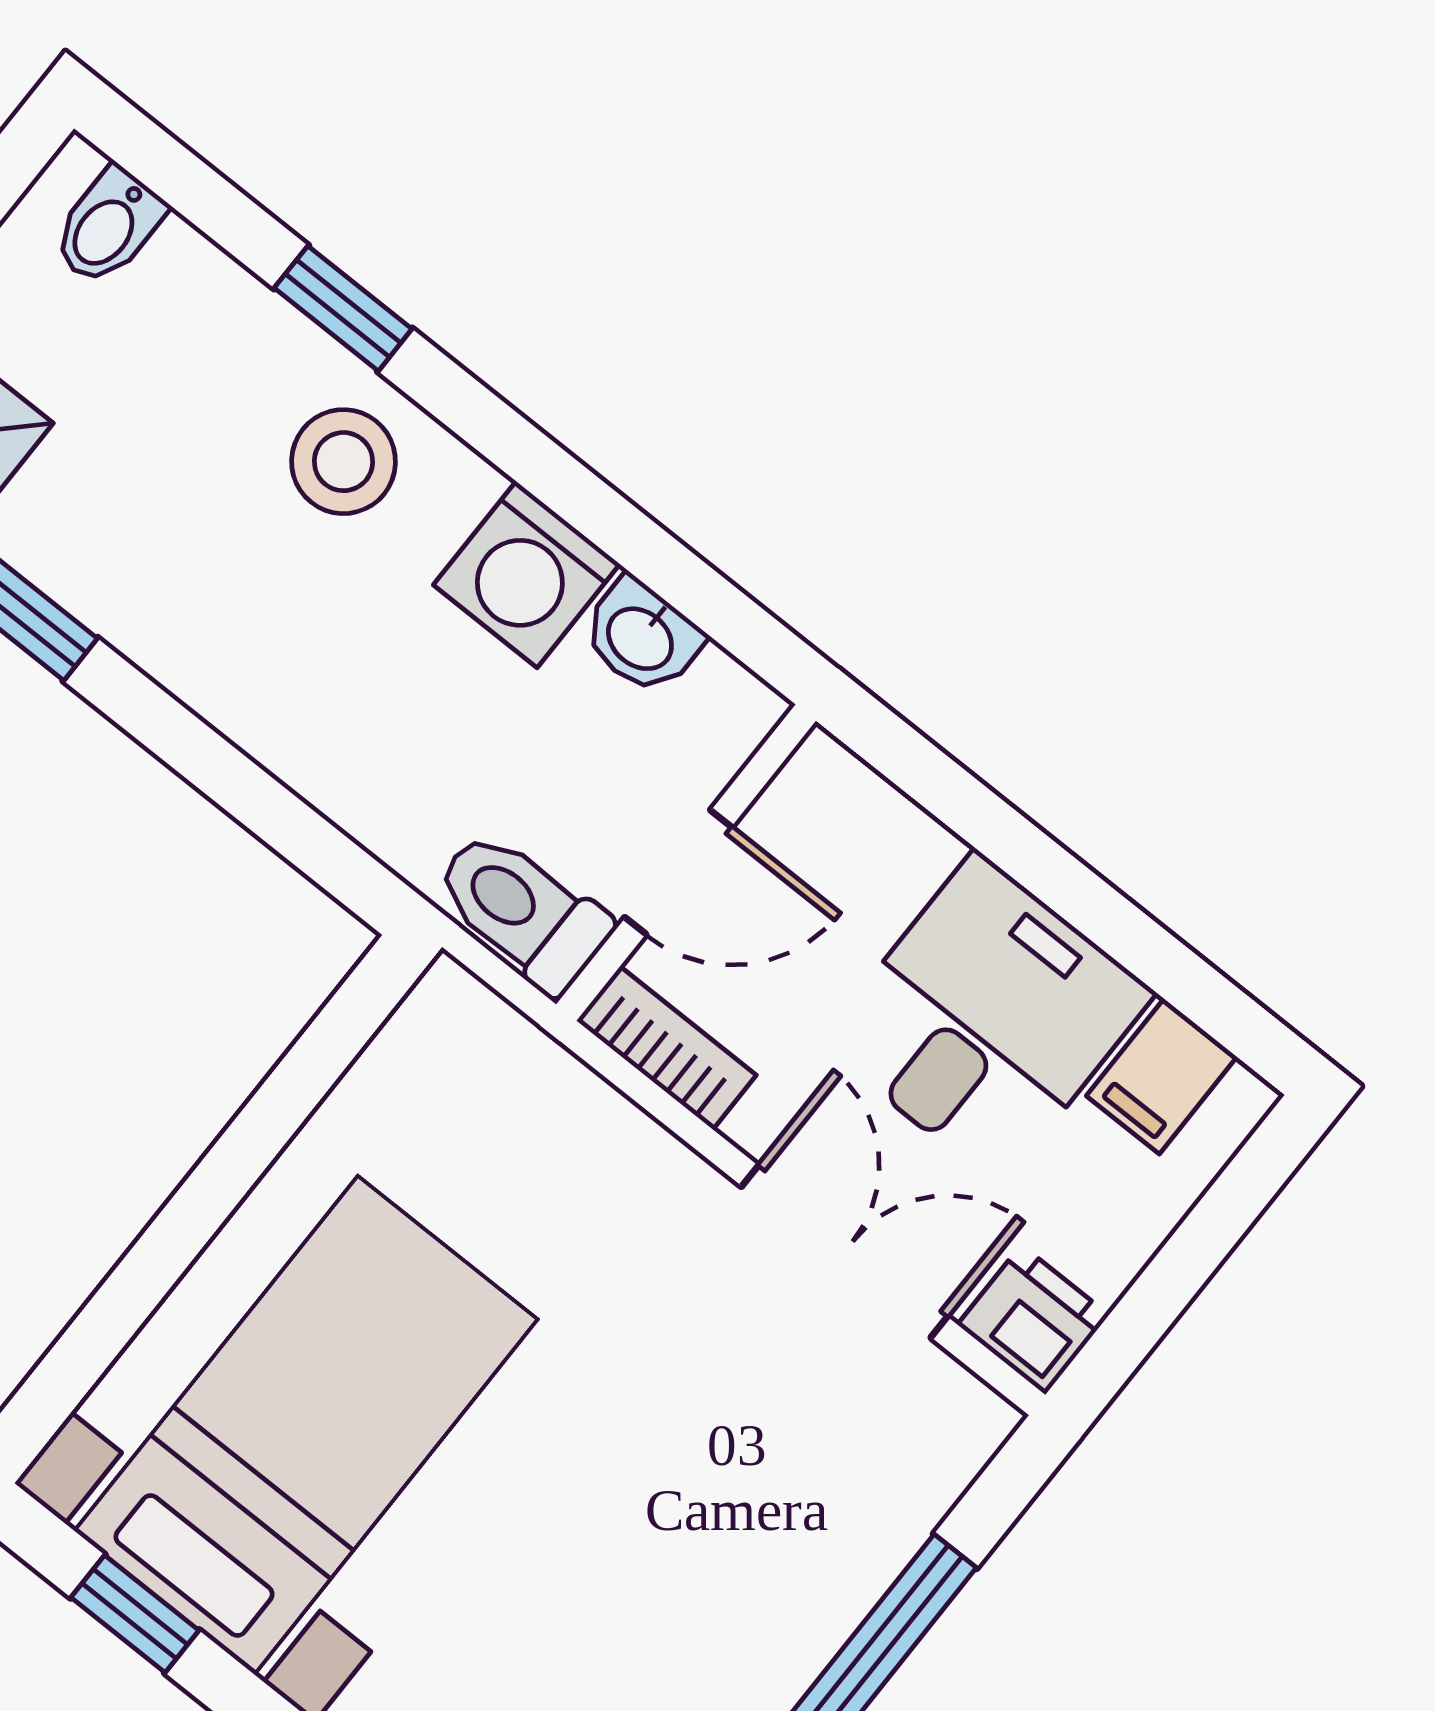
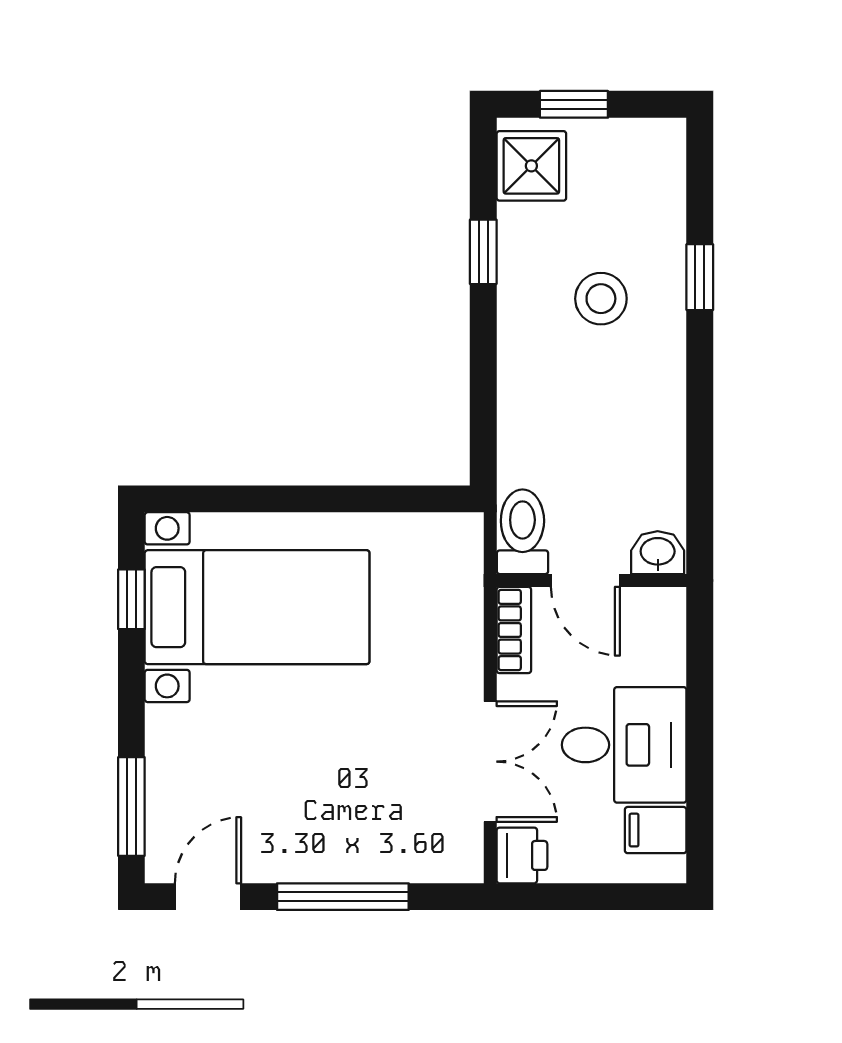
bidet: (108, 227) -> (659, 161), removed
stool: (343, 462) -> (601, 299), moved
washing machine: (527, 574) -> (654, 430), removed
washbasin: (642, 637) -> (658, 553), moved, turned 90

